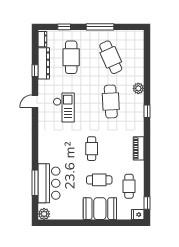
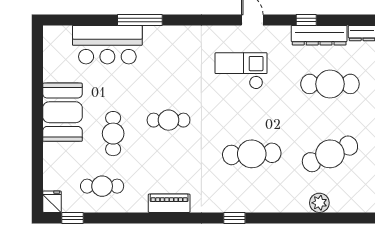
plant: (138, 88) -> (319, 203), moved
checkout: (64, 108) -> (241, 71), turned 180
window: (35, 183) -> (140, 20), moved
booth: (100, 209) -> (62, 112), moved
plant: (44, 214) -> (53, 36), removed

